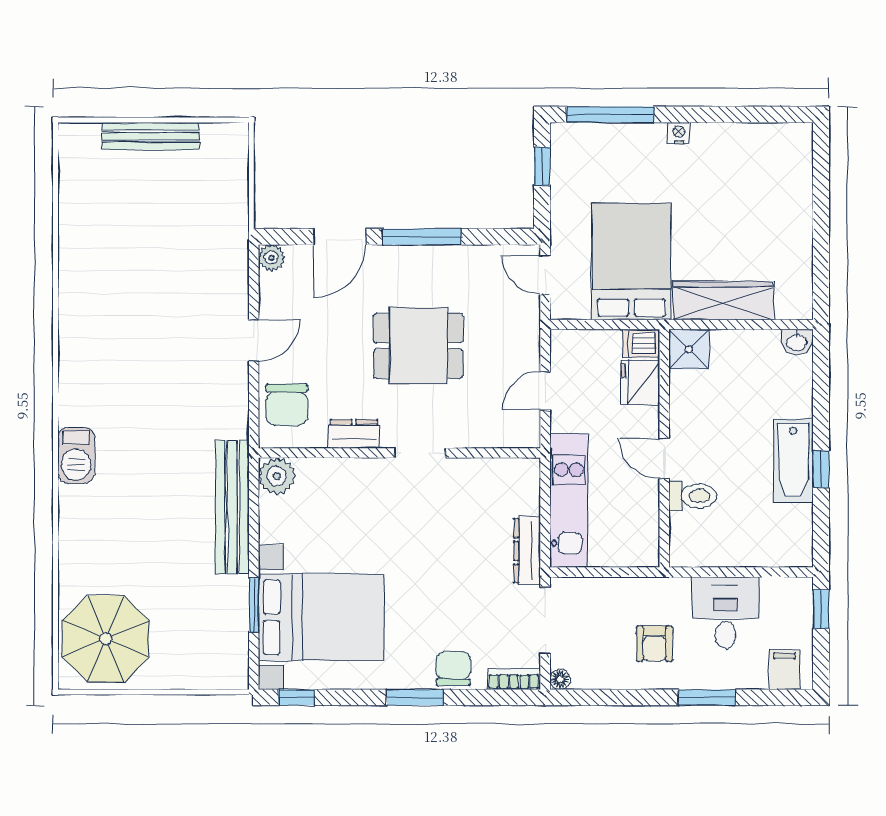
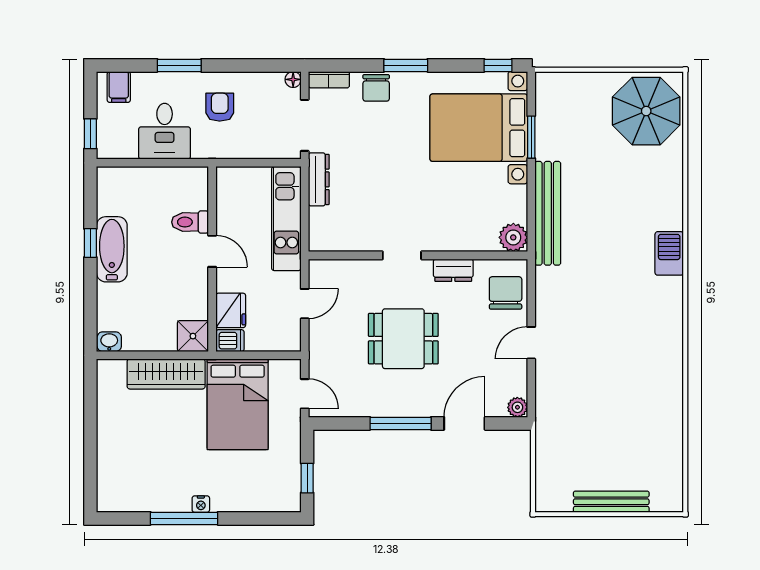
window: (610, 115) -> (184, 518), moved

